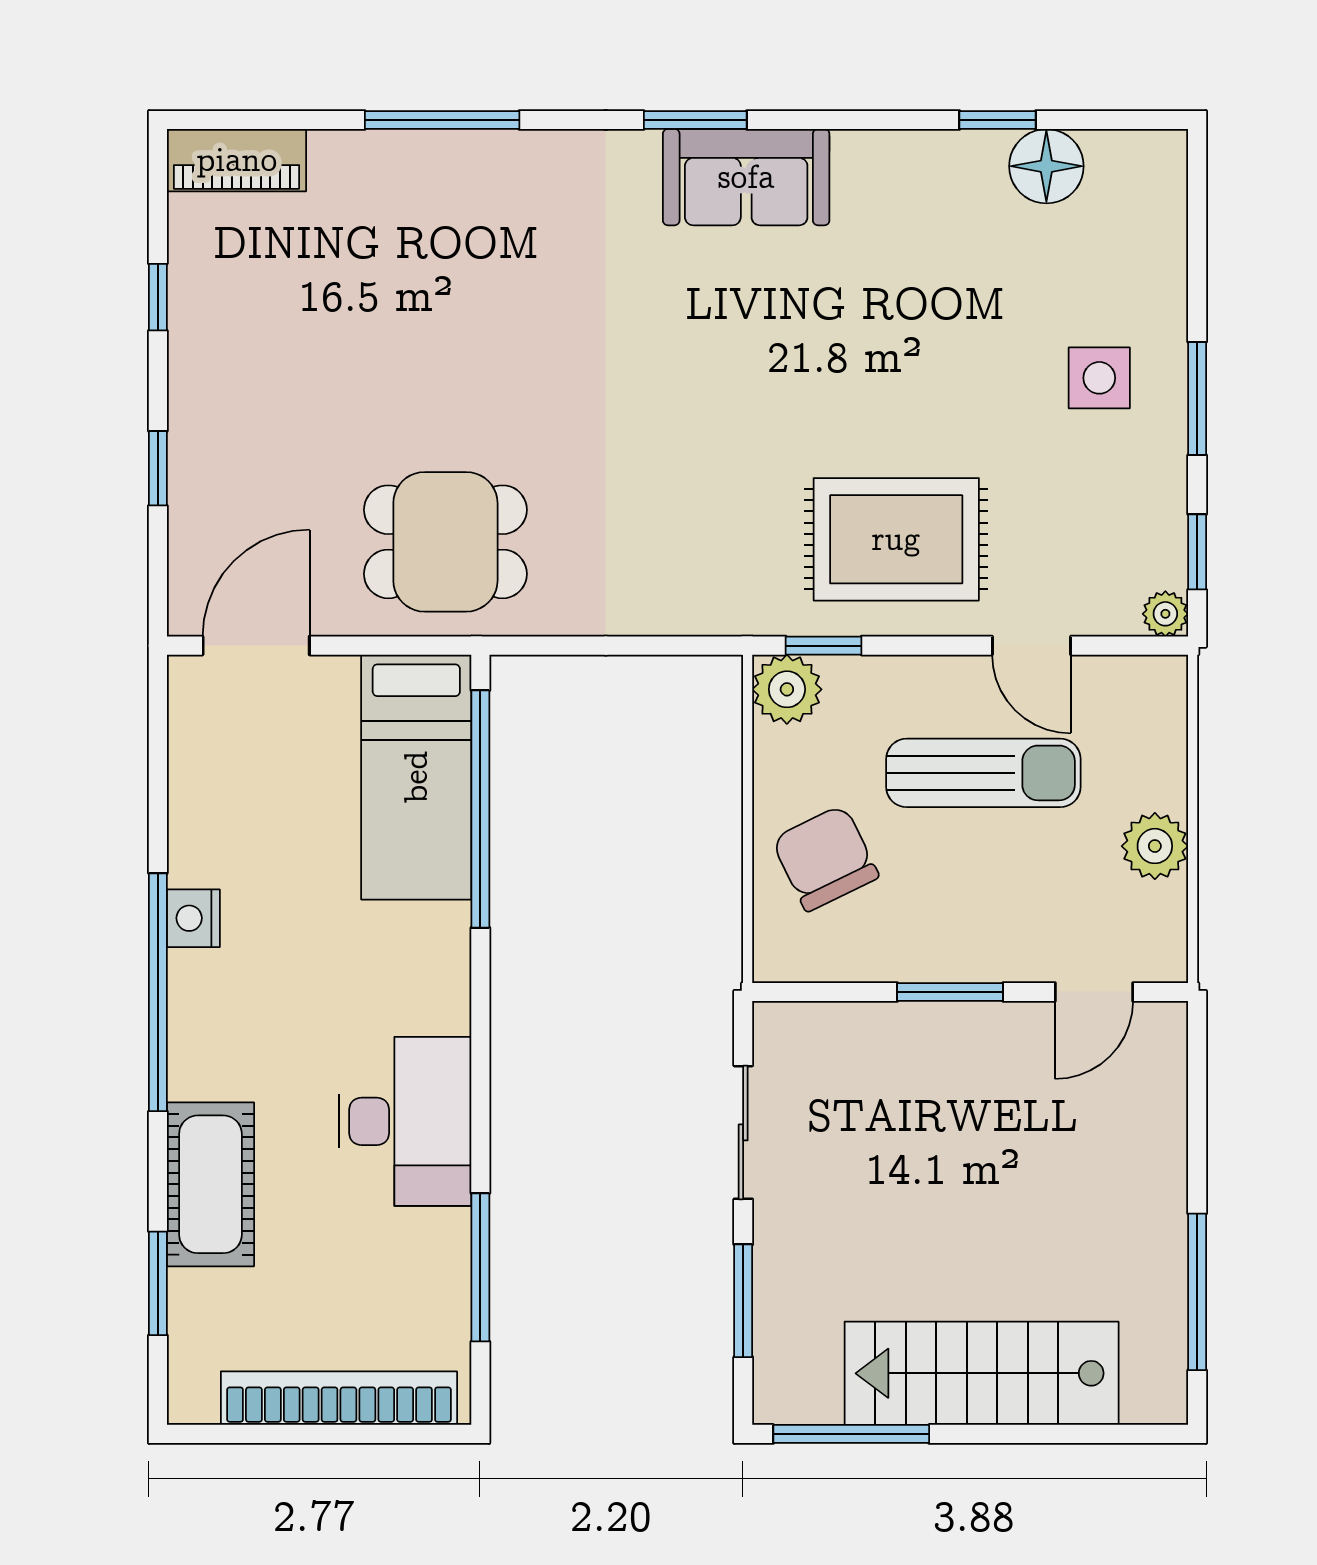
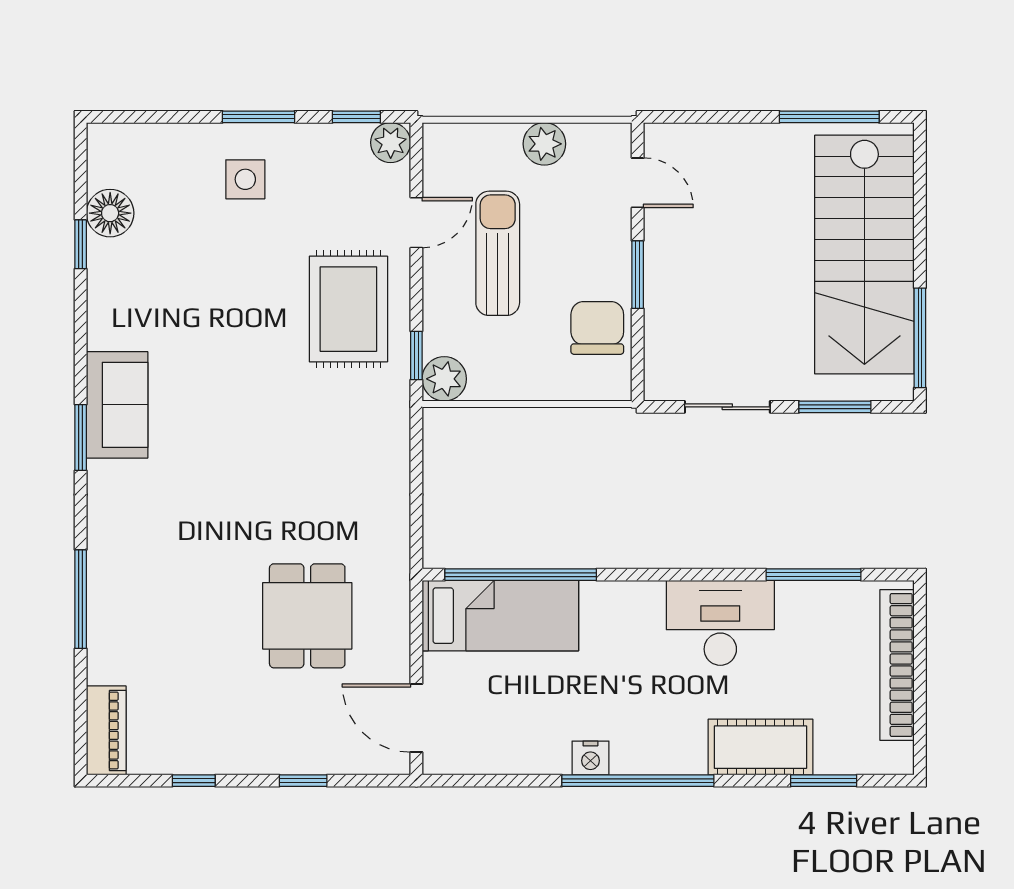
dining table: (445, 542) -> (307, 616), moved
plant: (1165, 614) -> (391, 143), width x1.38, depth x1.38
chair: (825, 858) -> (597, 328), moved, turned 116
stairs: (982, 1373) -> (864, 255), width x1.36, depth x1.51

